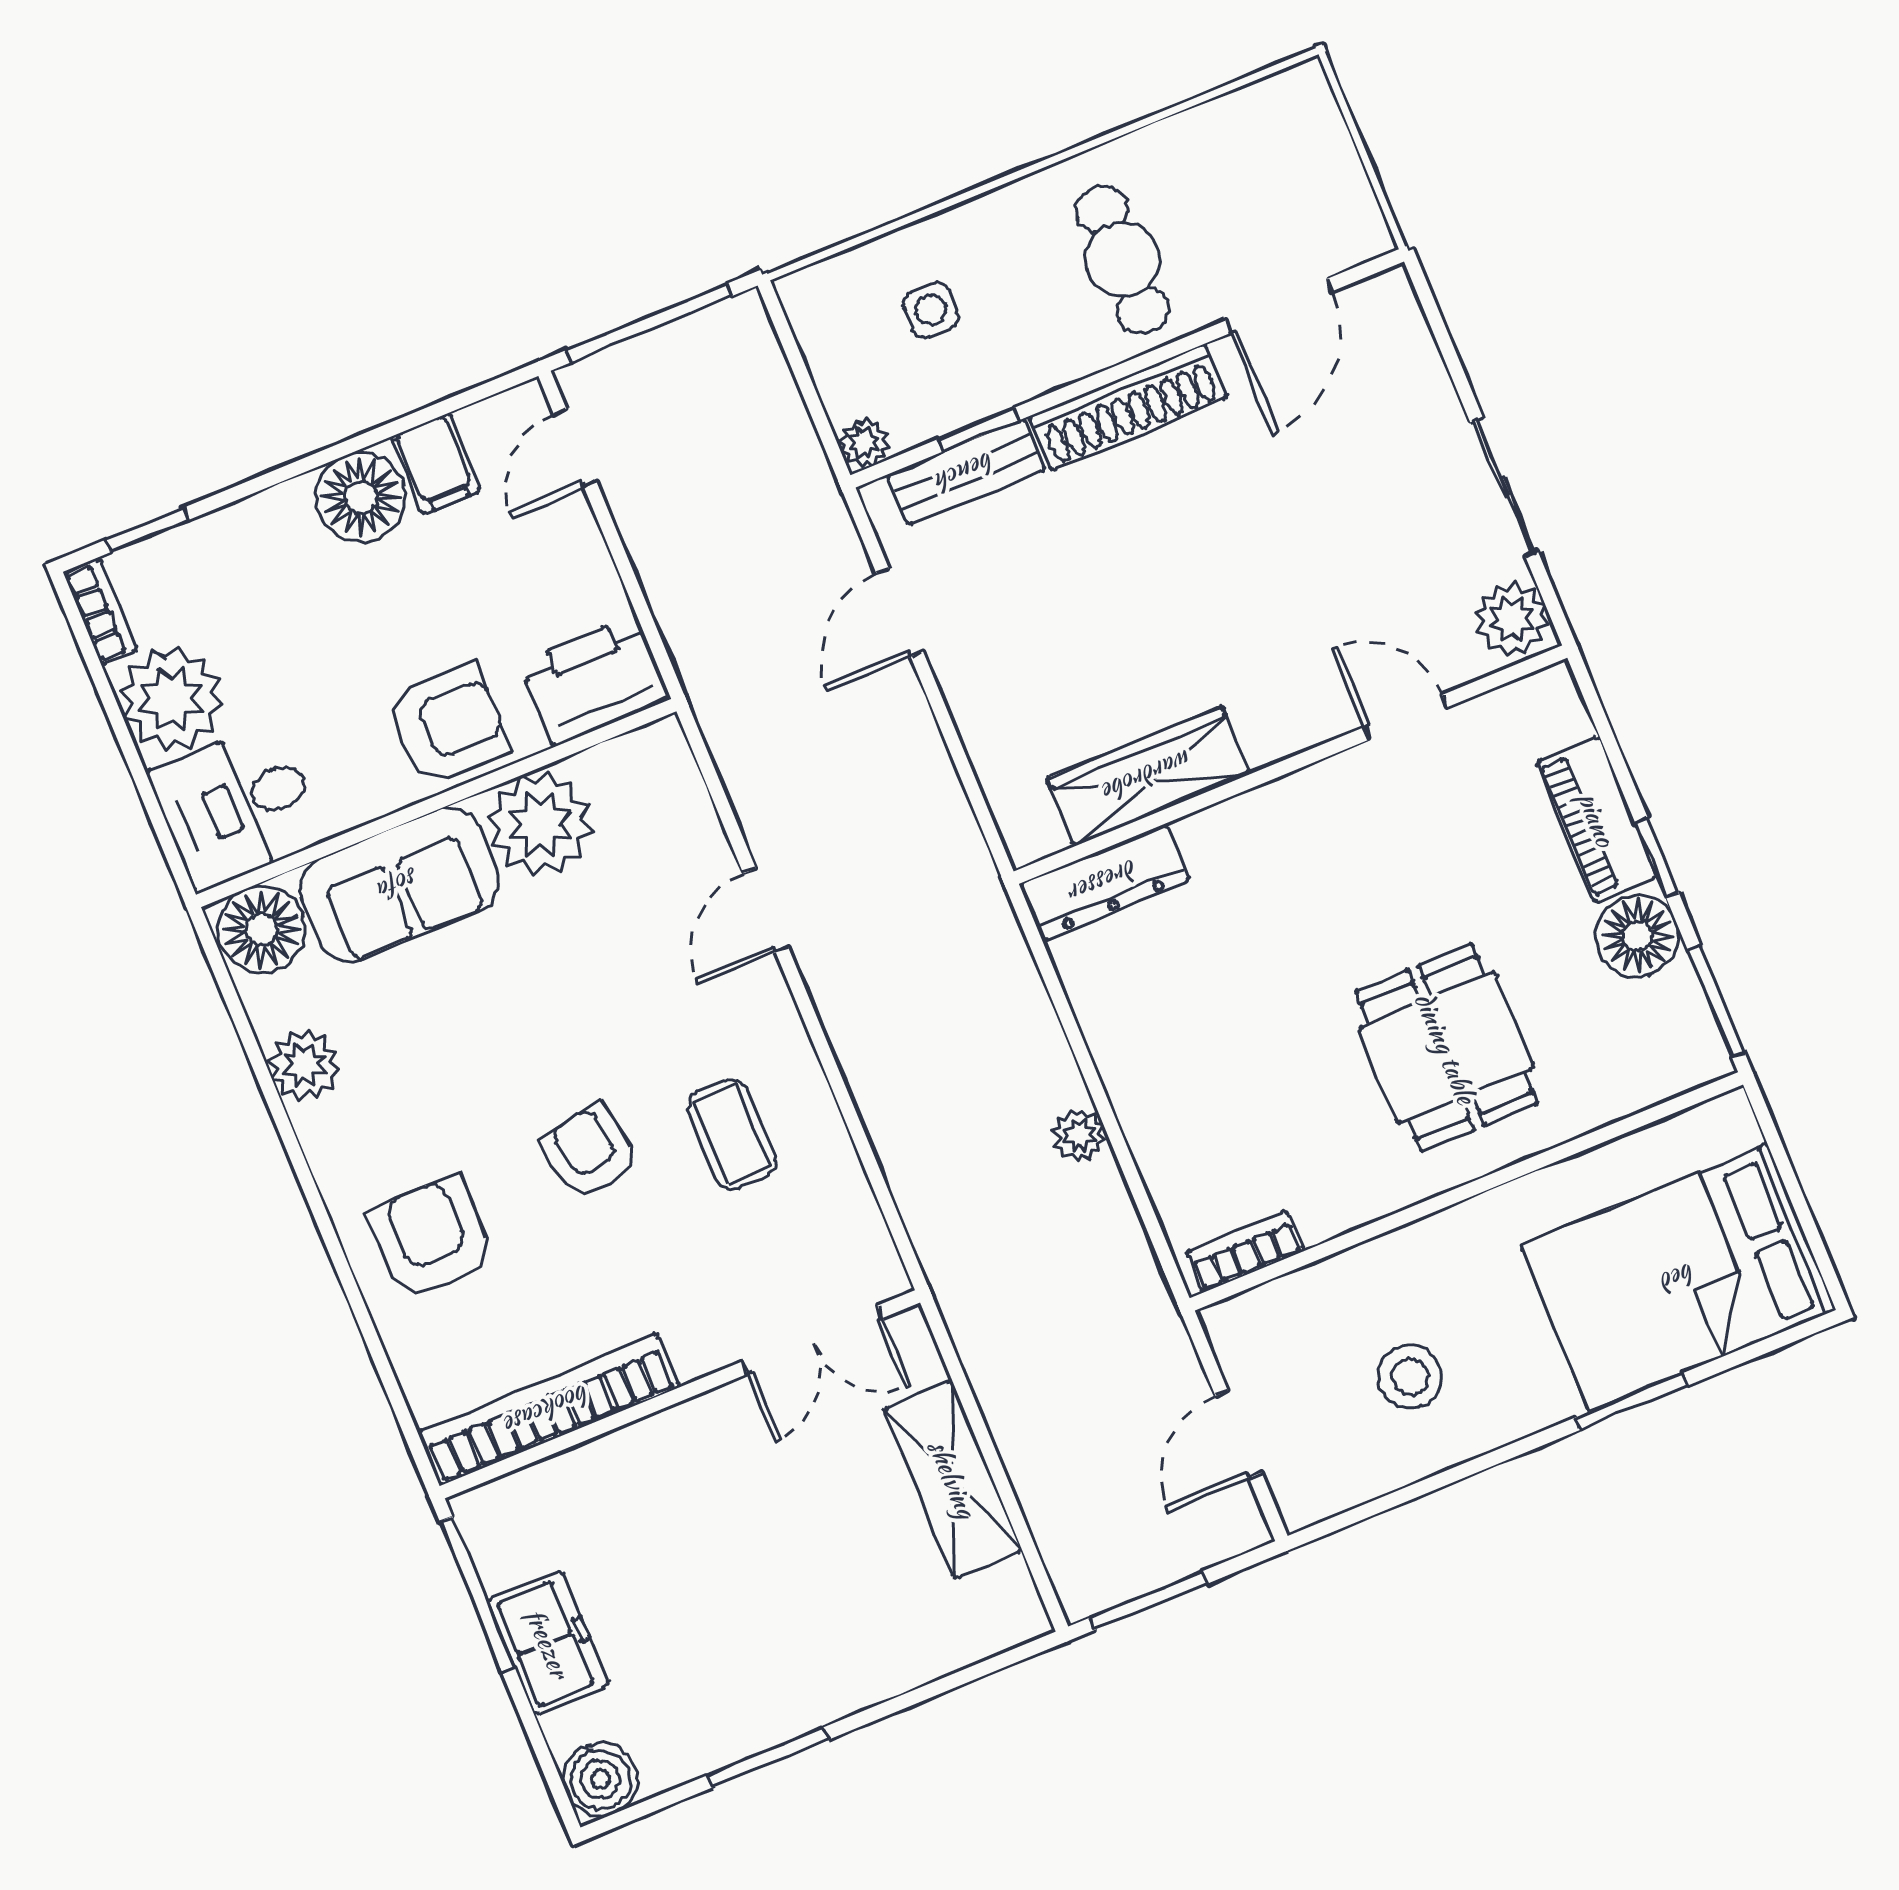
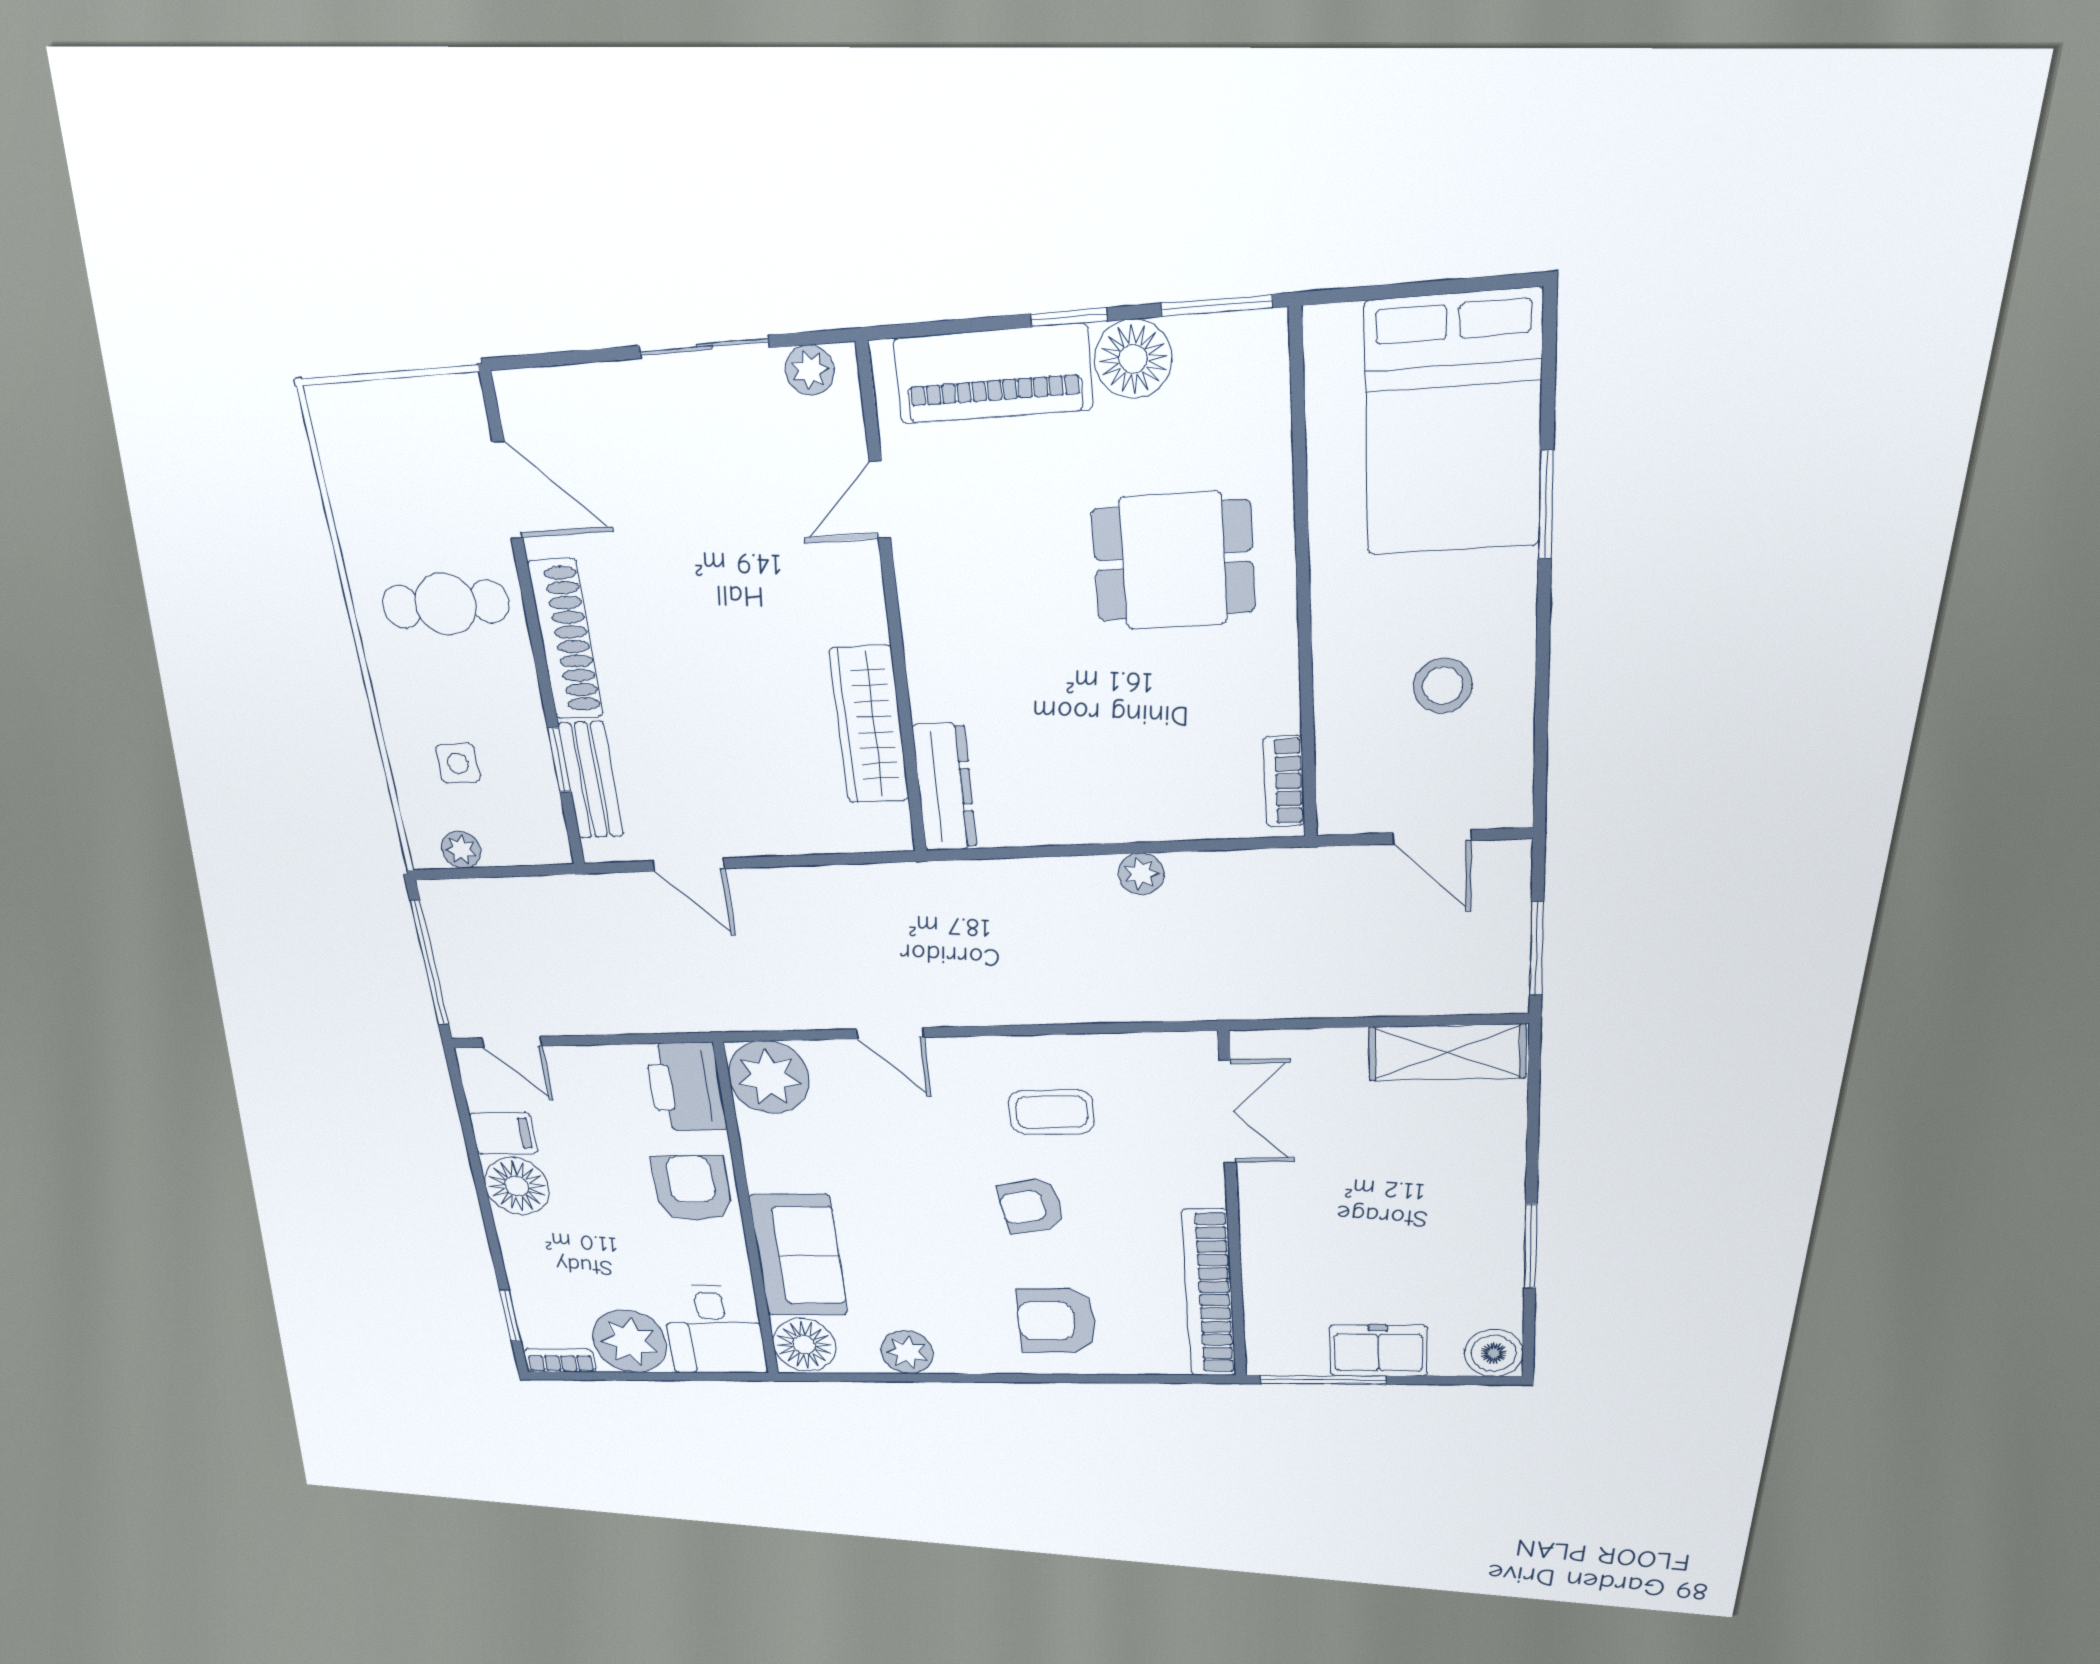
plant: (864, 443) -> (461, 850), moved
plant: (1512, 619) -> (810, 370), width x0.73, depth x0.73
piano: (1597, 819) -> (993, 374), width x1.37, depth x1.33
plant: (540, 824) -> (769, 1077), moved
shelving: (953, 1479) -> (1447, 1052), moved

